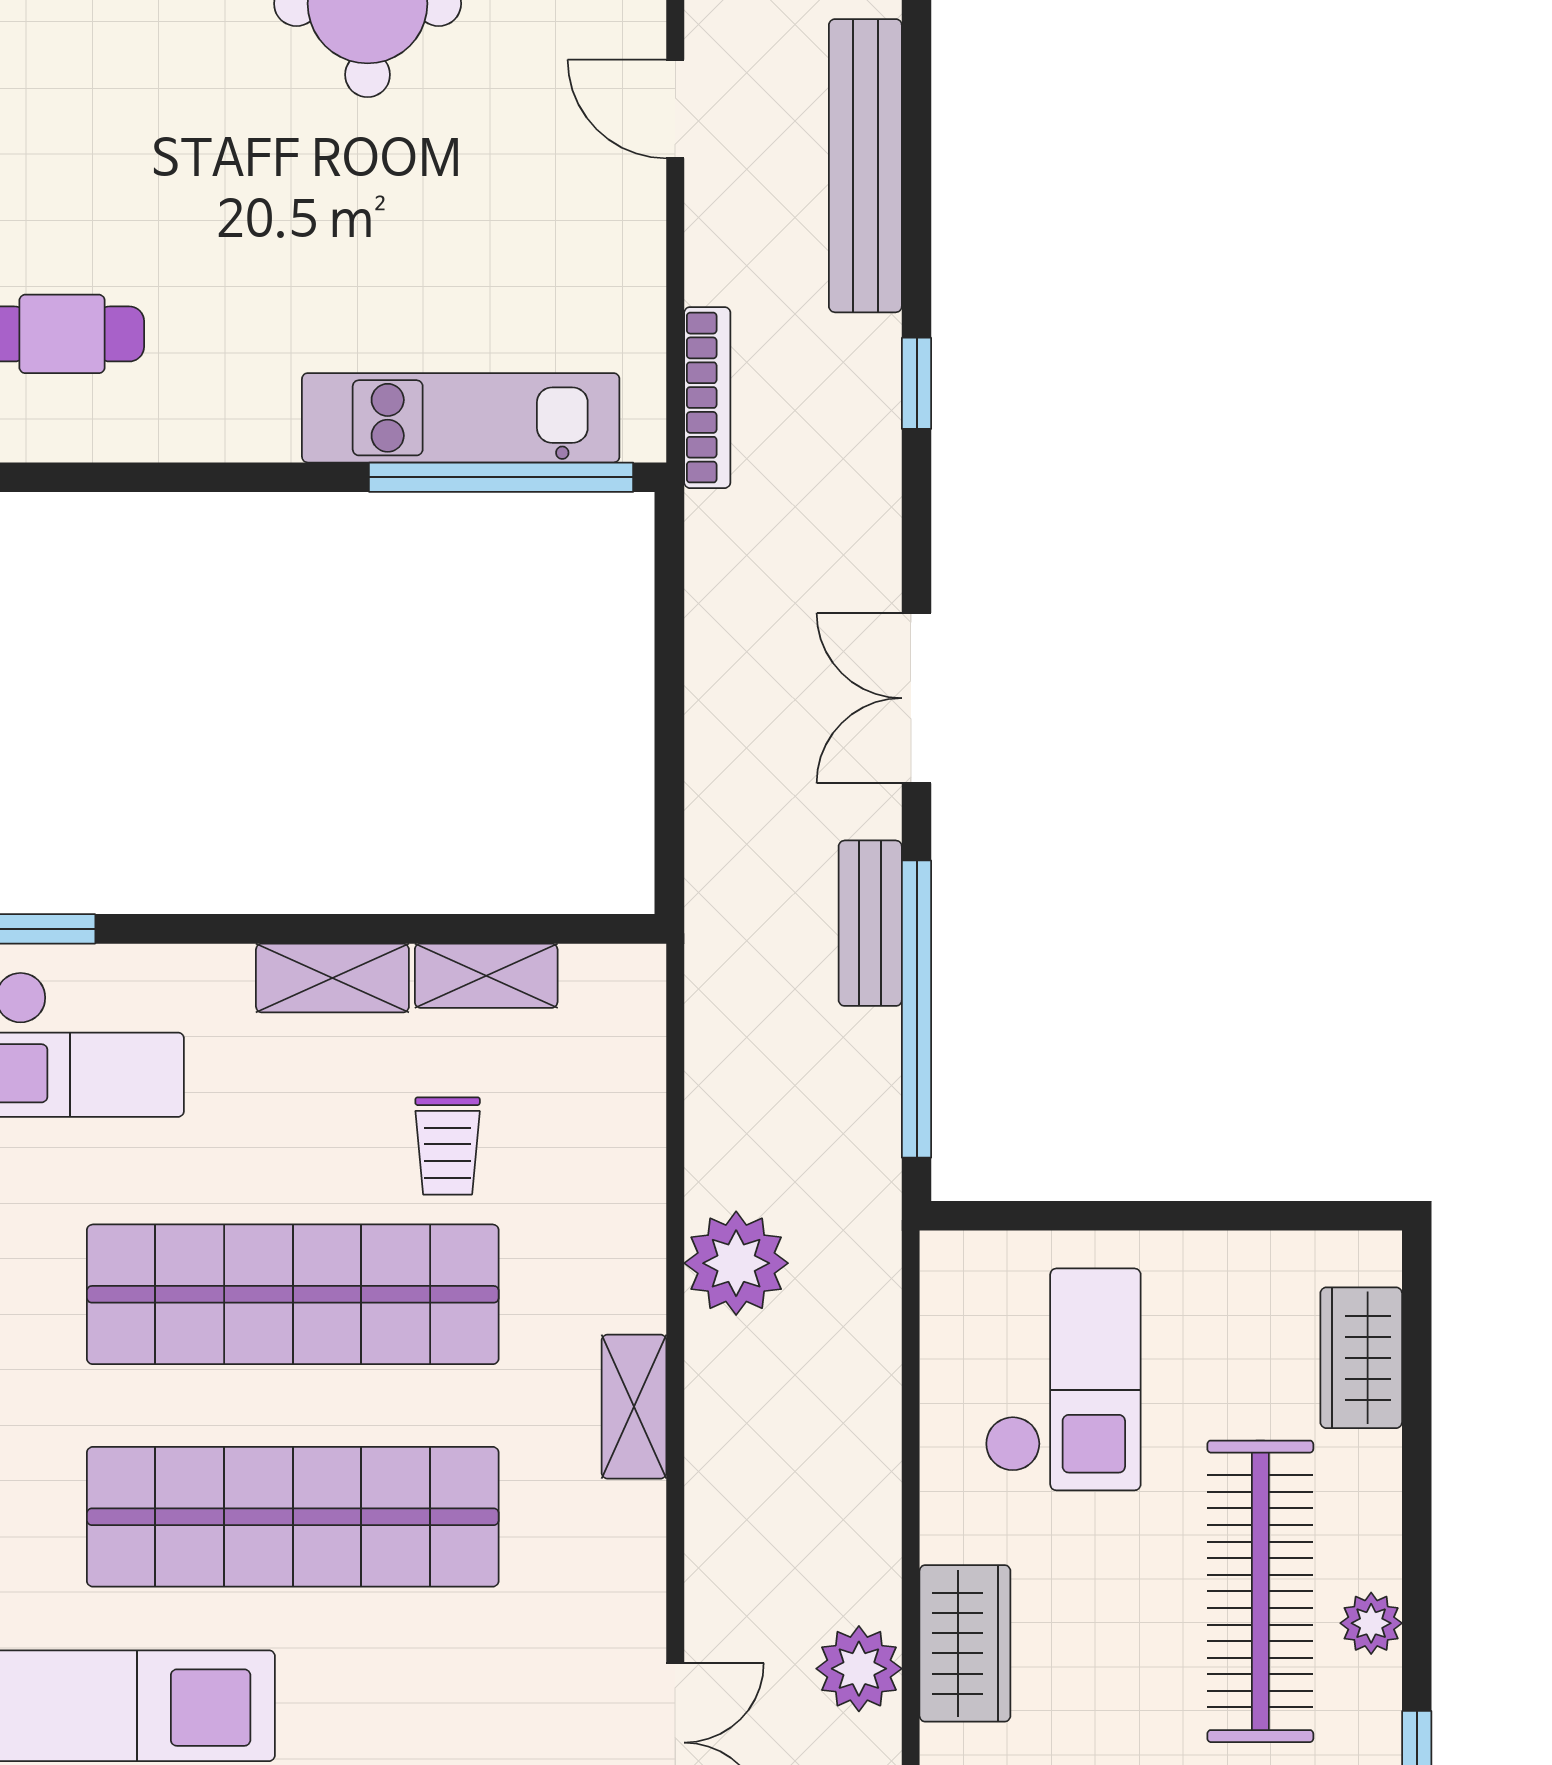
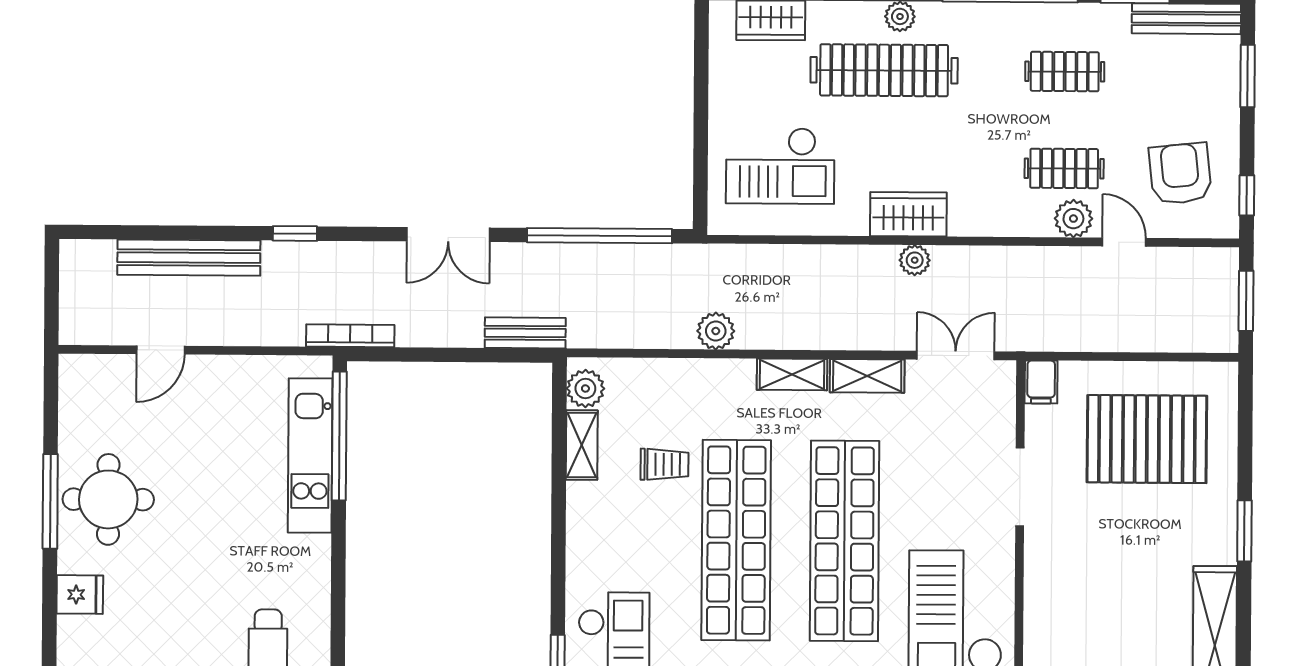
bookcase: (707, 398) -> (350, 336), moved
bench: (870, 923) -> (525, 333), moved
shelving: (332, 978) -> (867, 376), moved, turned 90
plant: (602, 982) -> (585, 389), added
plant: (736, 1263) -> (716, 331), width x0.73, depth x0.73
checkout: (1063, 1379) -> (780, 166), turned 180
plant: (859, 1669) -> (915, 260), width x0.73, depth x0.73

